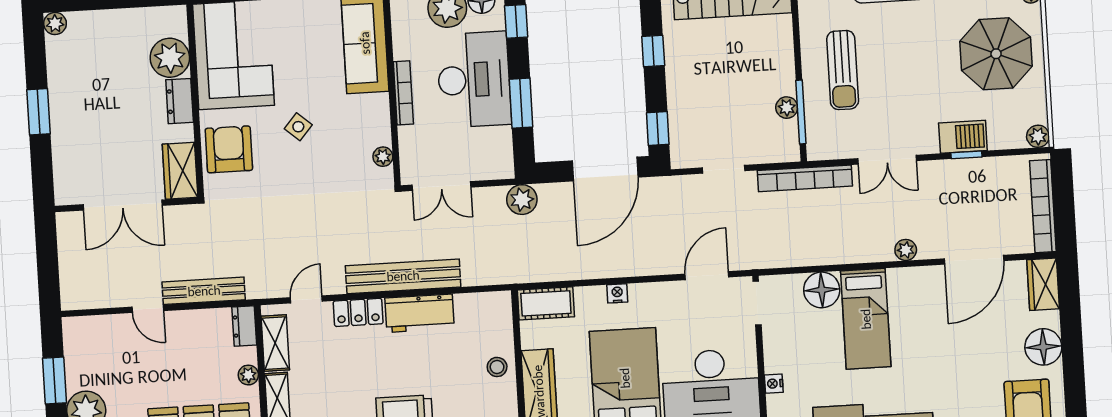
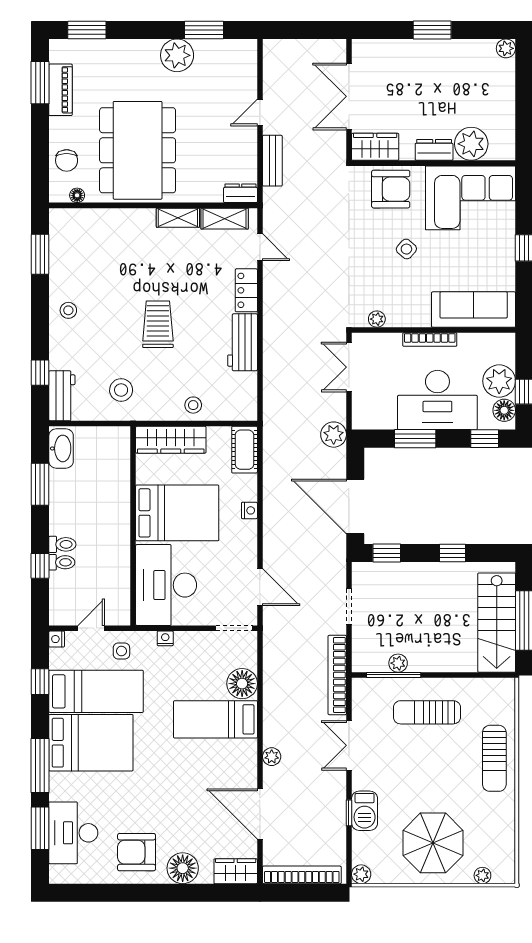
bench: (403, 276) -> (275, 330), removed
bench: (204, 291) -> (272, 161), width x0.73
plant: (248, 375) -> (199, 194), removed

